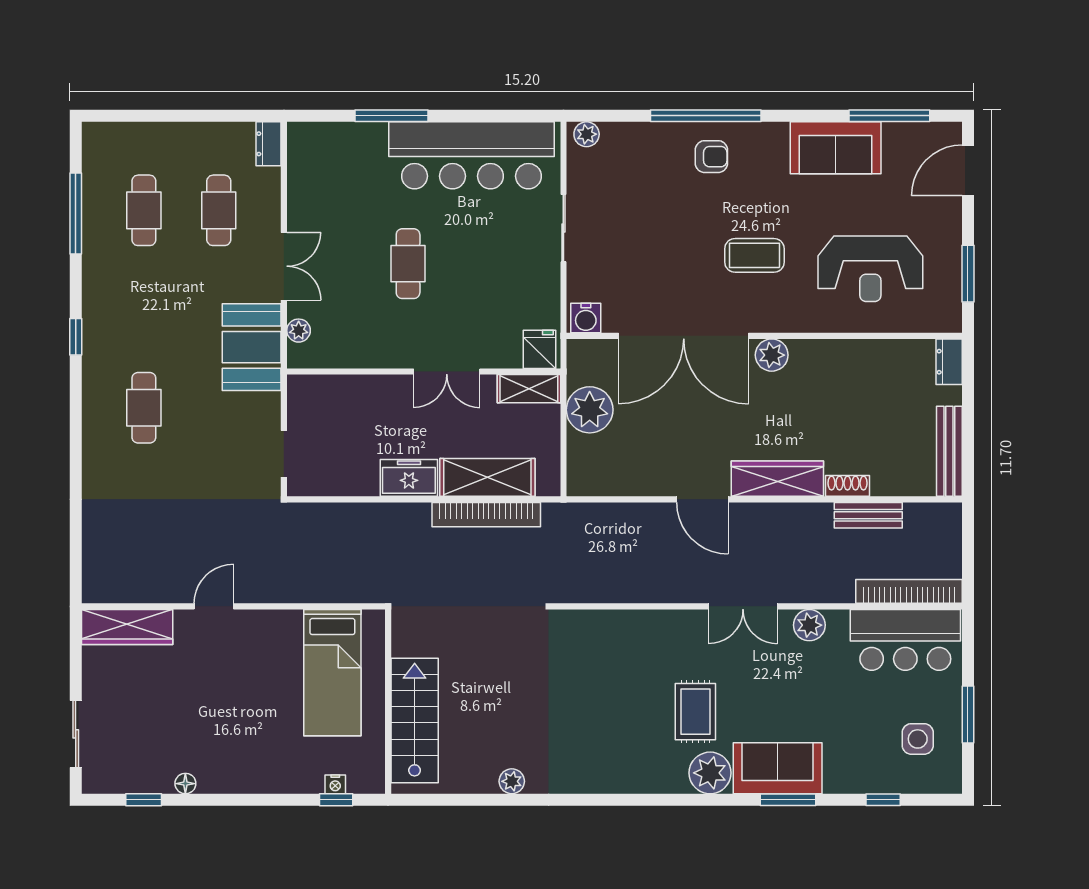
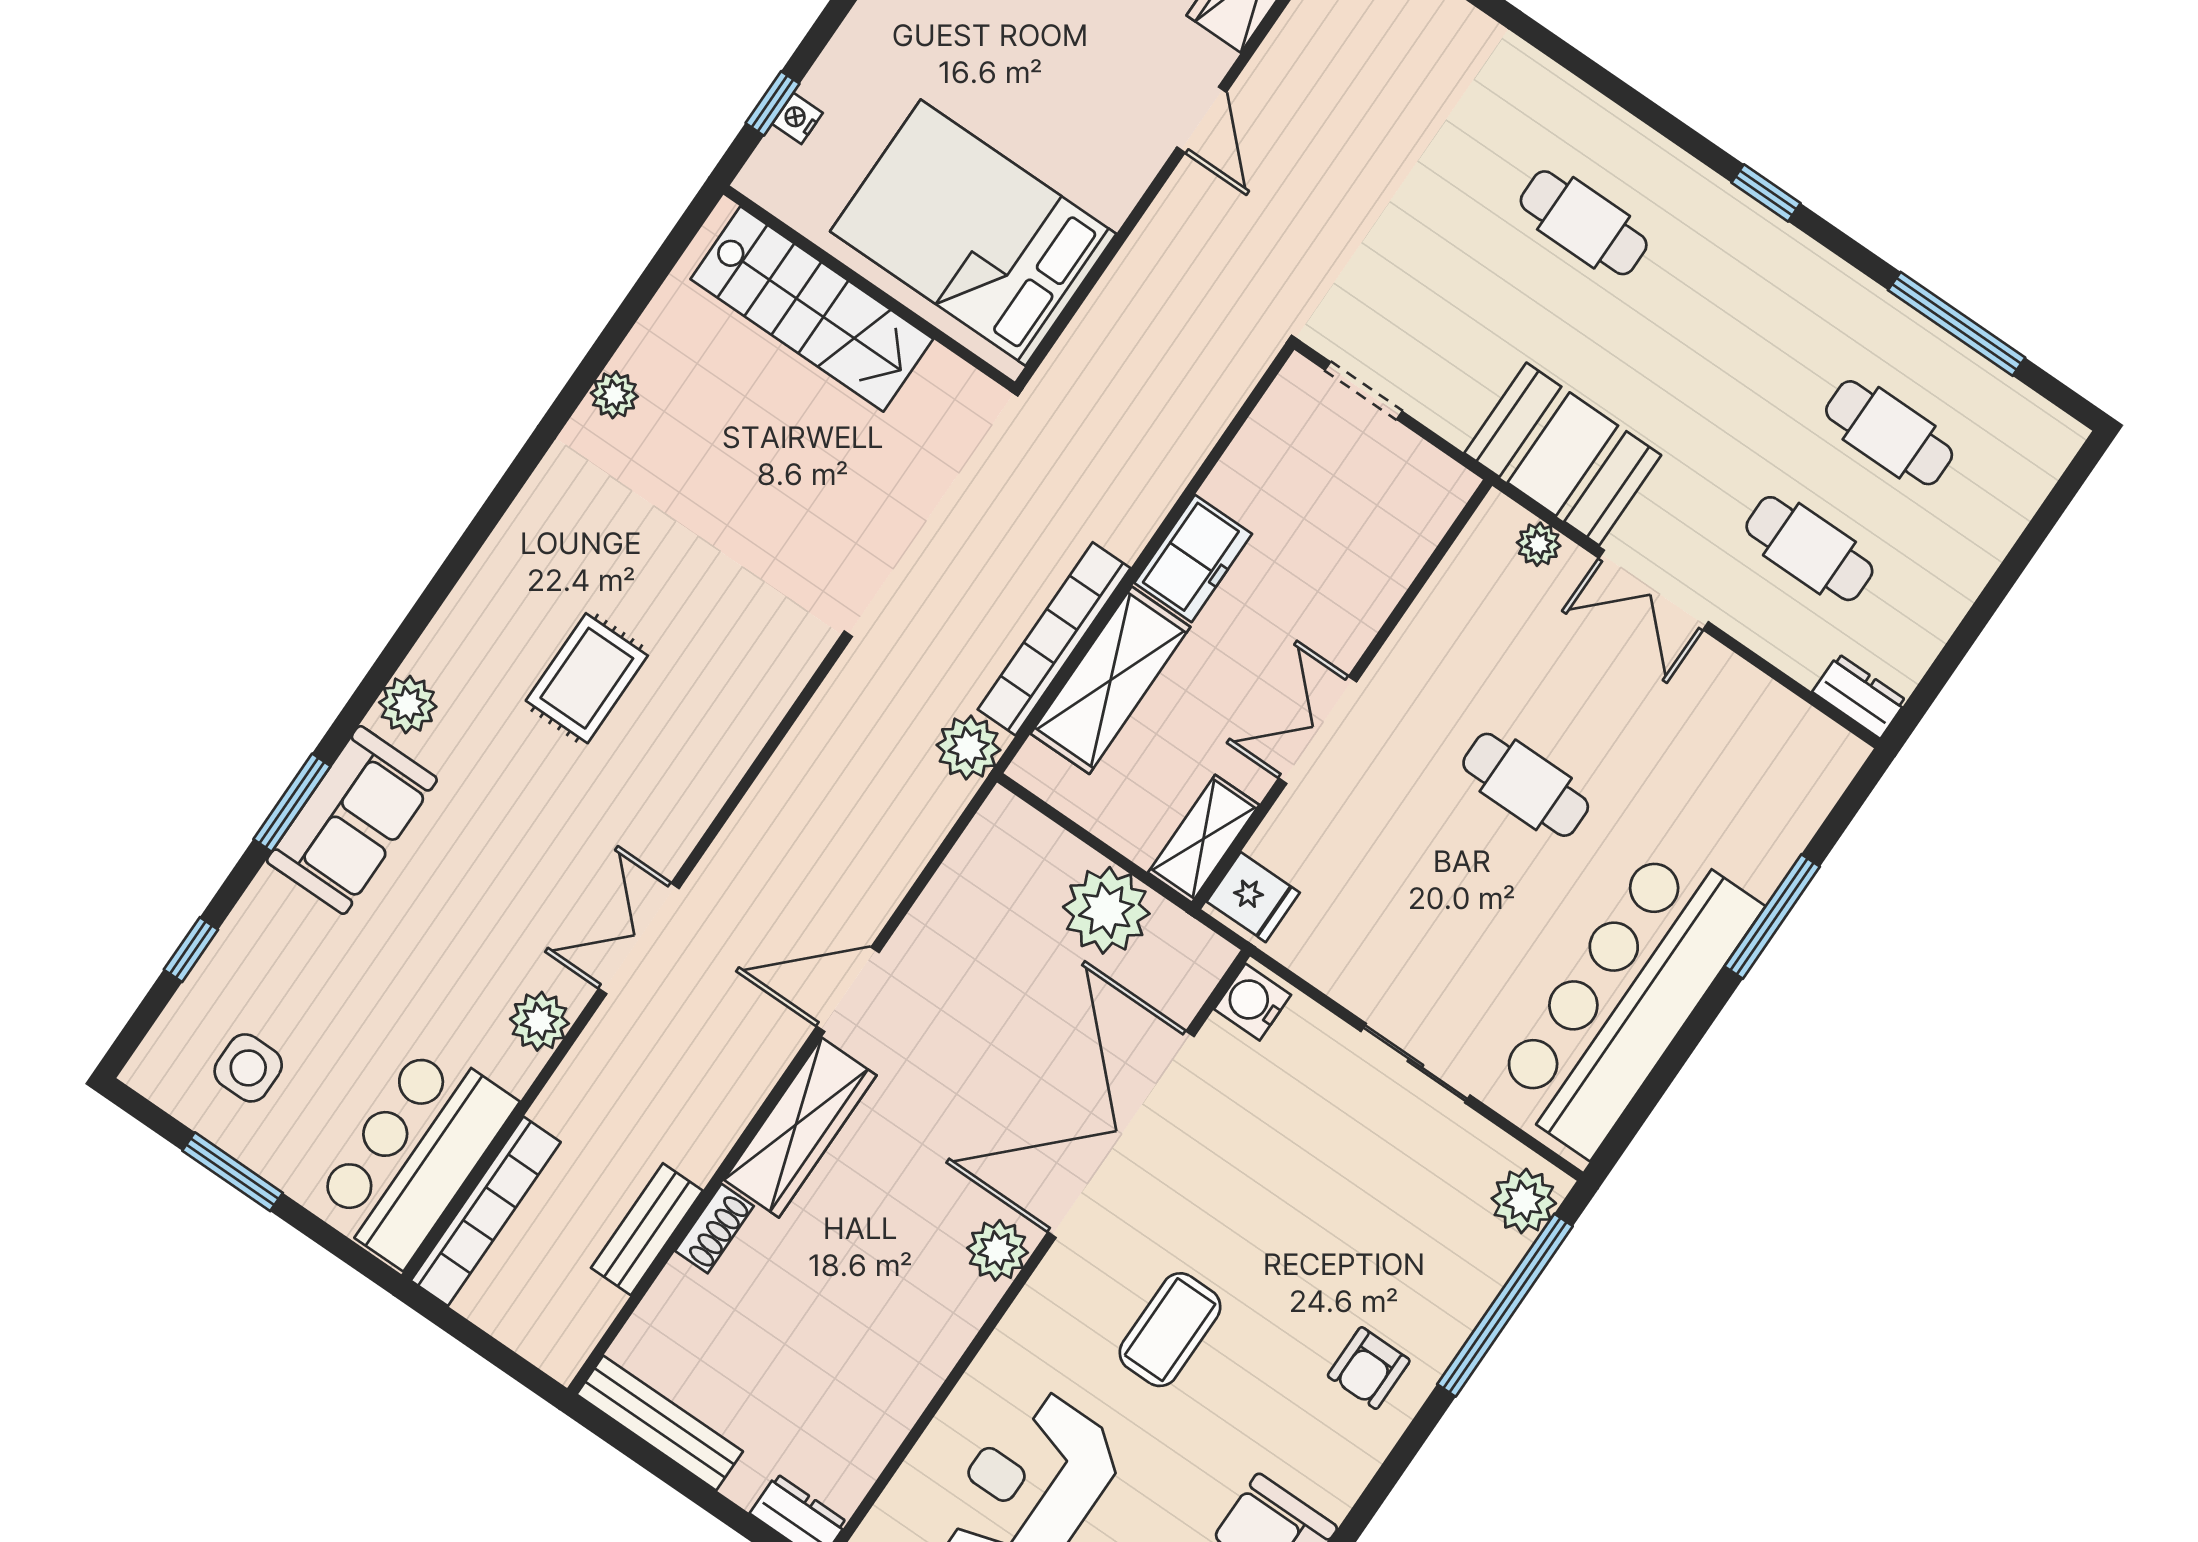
window: (706, 116) -> (1505, 1305), moved
plant: (587, 134) -> (1524, 1201), width x1.38, depth x1.38
plant: (560, 519) -> (969, 748), added
bed: (332, 673) -> (973, 233), width x1.50
rug: (695, 712) -> (587, 678), moved, turned 90
plant: (710, 773) -> (408, 705), width x0.73, depth x0.73

